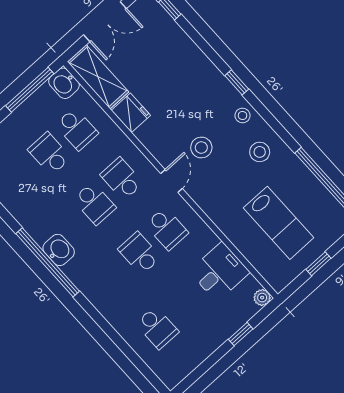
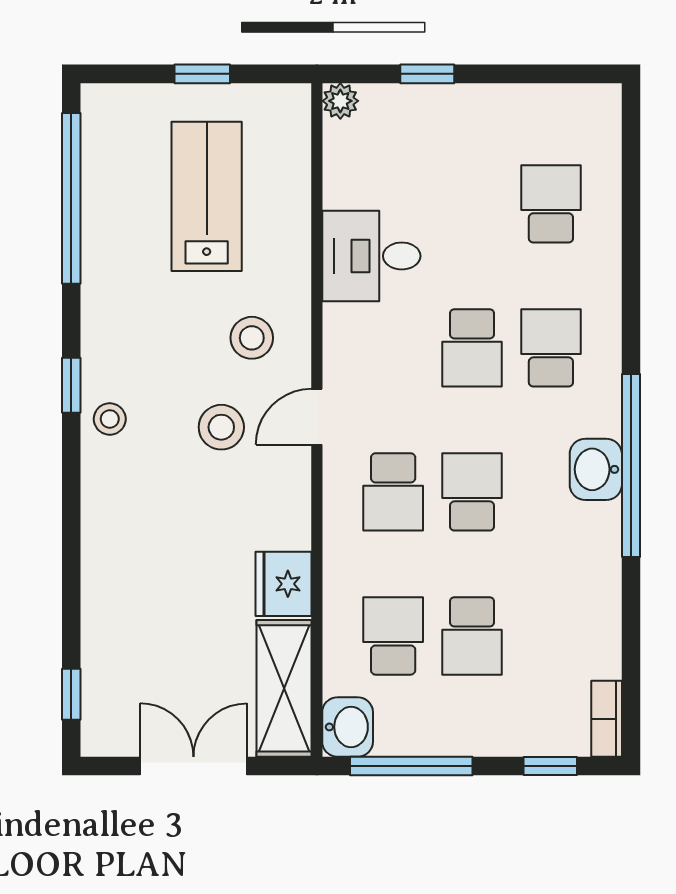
window: (237, 82) -> (71, 385), moved
stool: (260, 152) -> (252, 338), moved
school desk: (167, 229) -> (551, 348), moved
desk: (219, 272) -> (371, 256), moved

